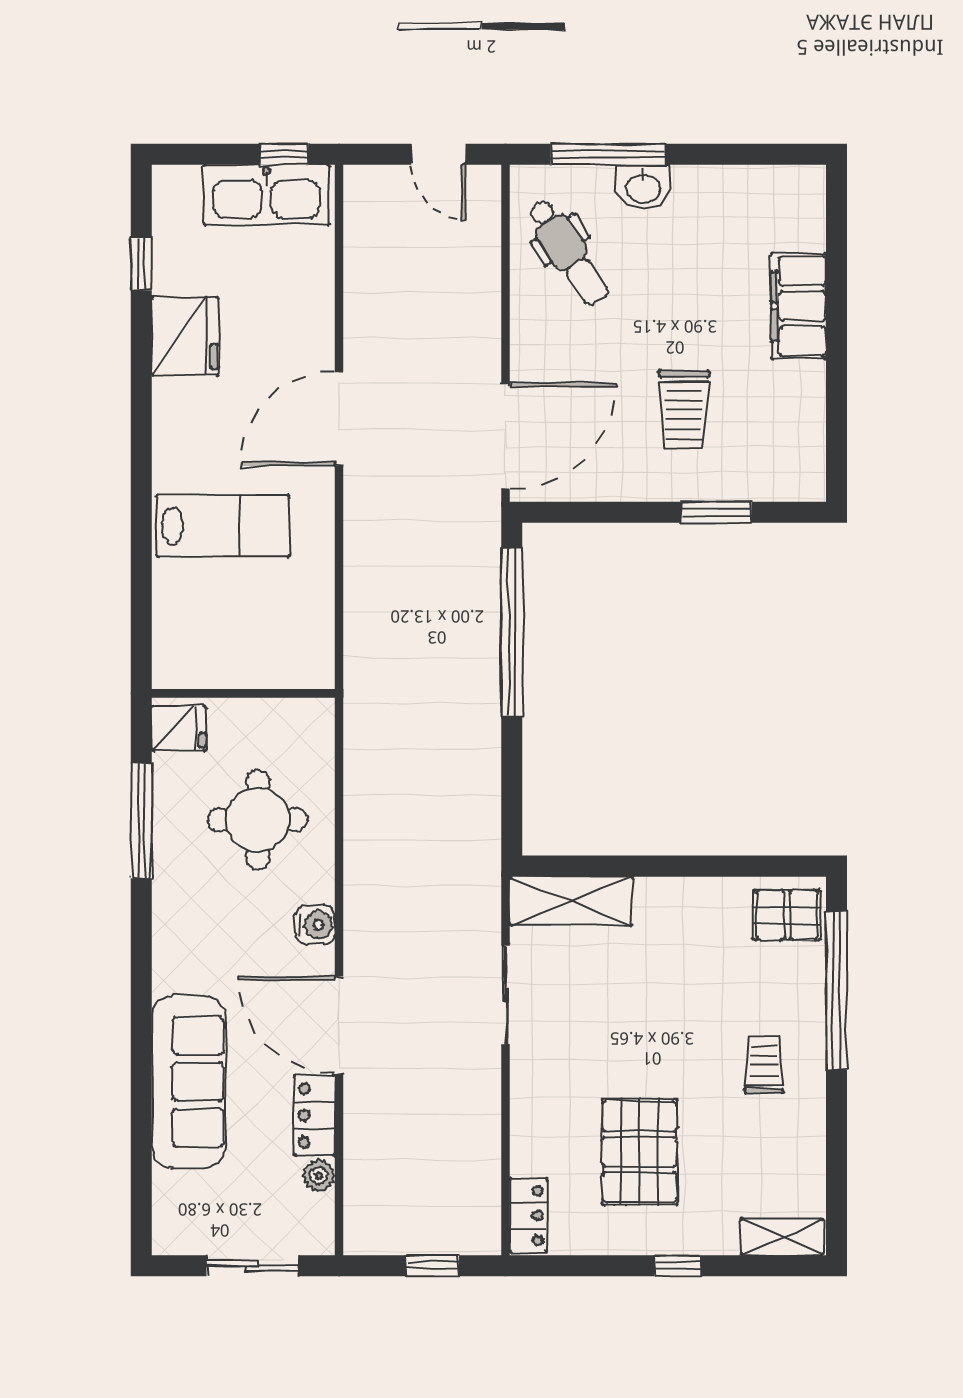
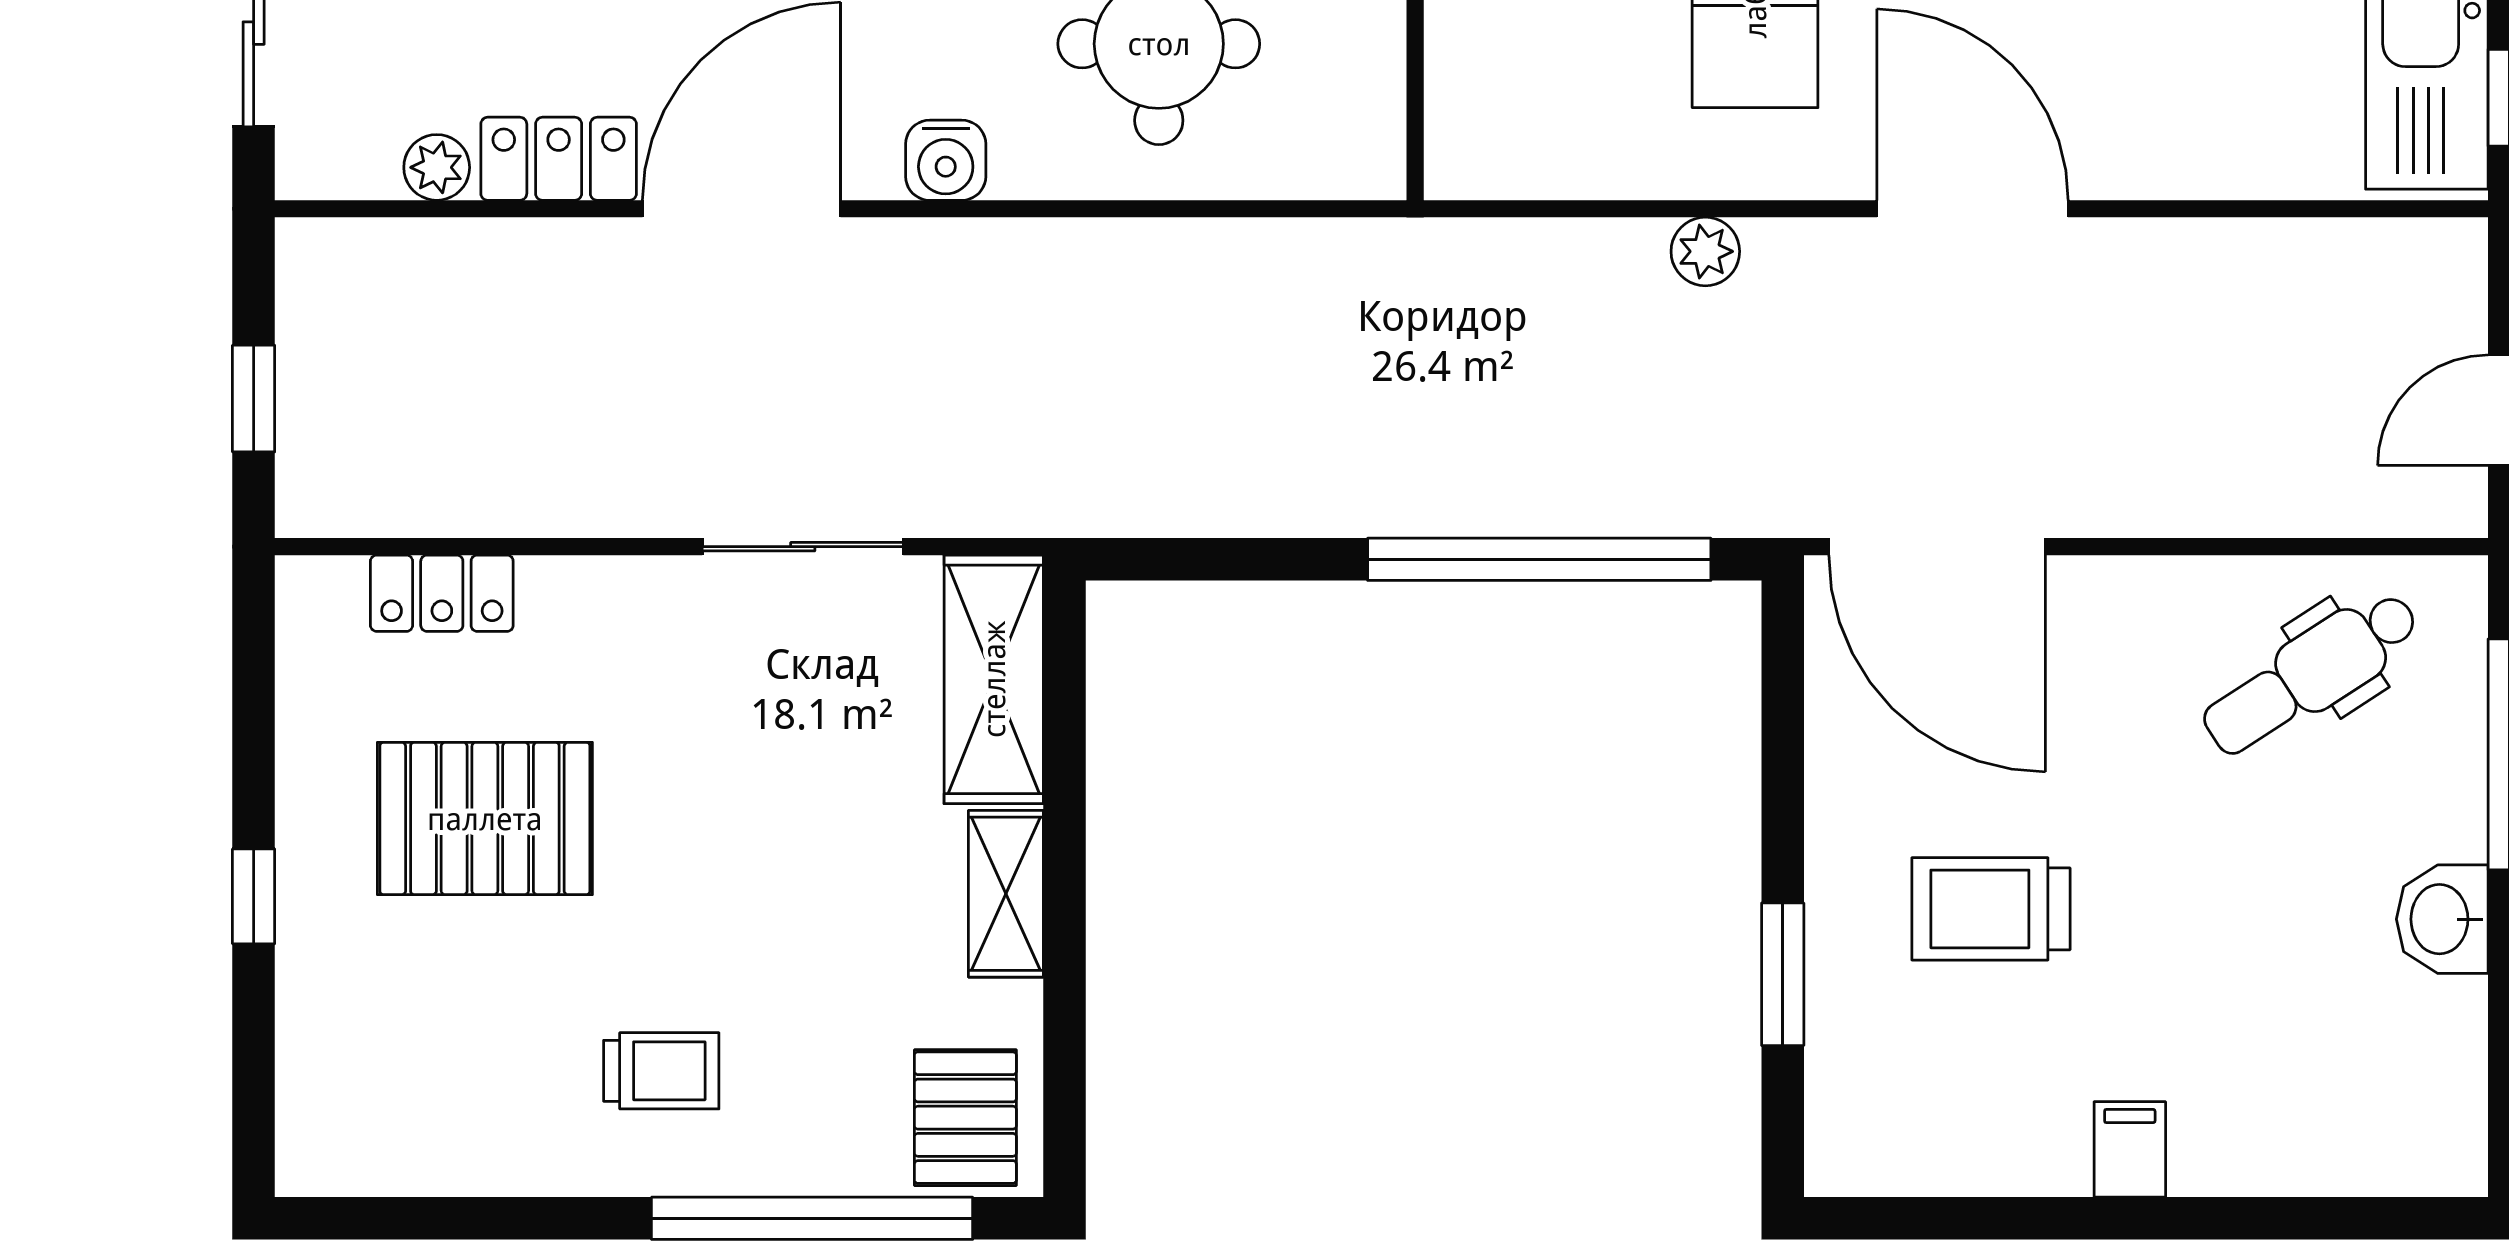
washbasin: (643, 187) -> (2442, 919), moved
filing cabinet: (799, 306) -> (2130, 1149), width x0.33, depth x0.86
plant: (360, 550) -> (1705, 251), added
locker: (528, 1216) -> (442, 593), moved
shelving: (782, 1237) -> (1006, 894), moved

